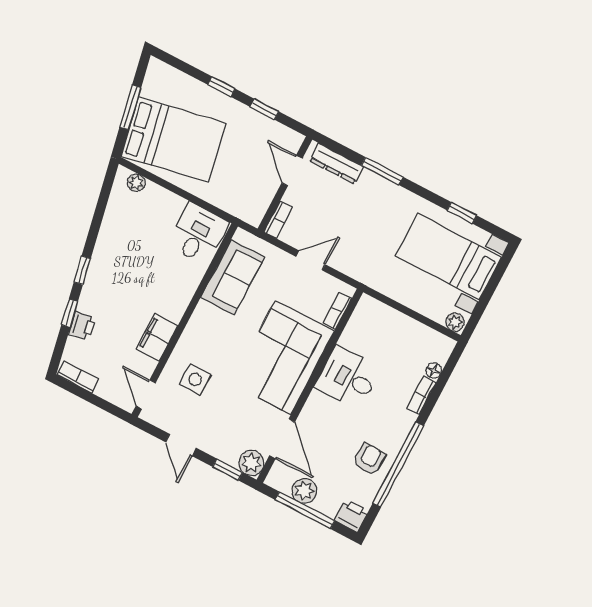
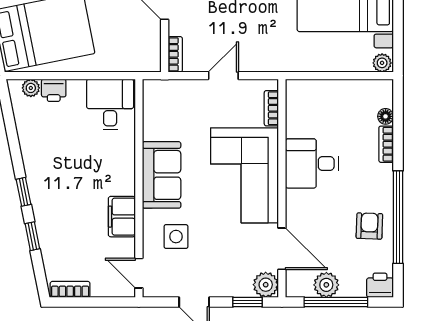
sofa: (233, 277) -> (162, 175), moved
printer: (82, 326) -> (54, 90), moved, turned 101

